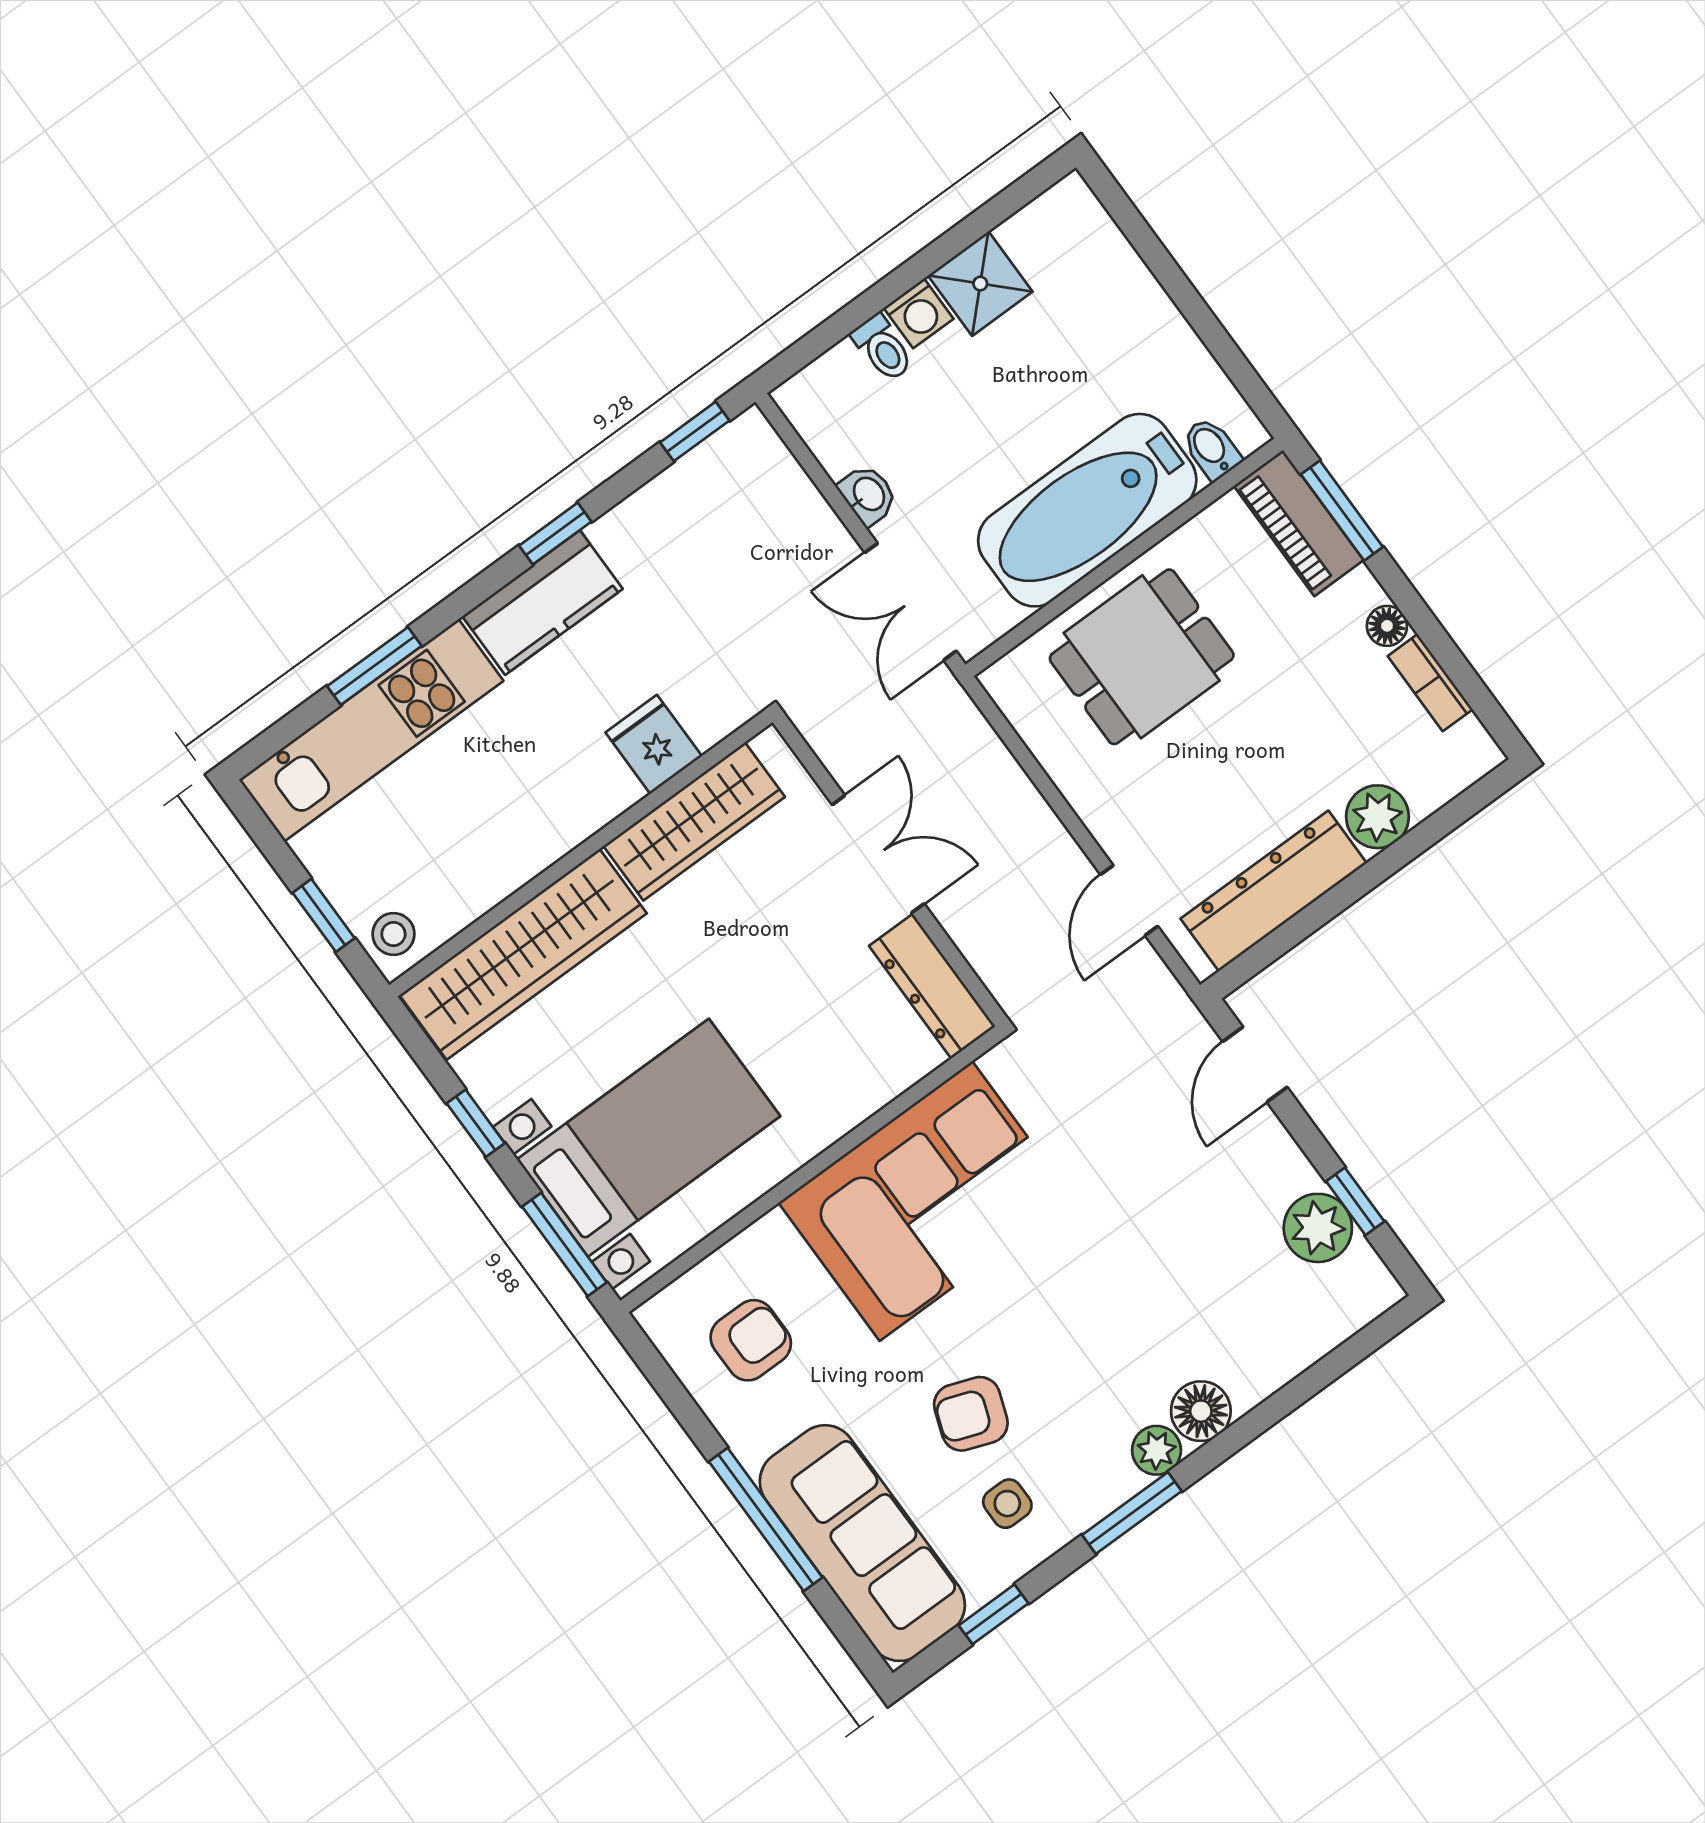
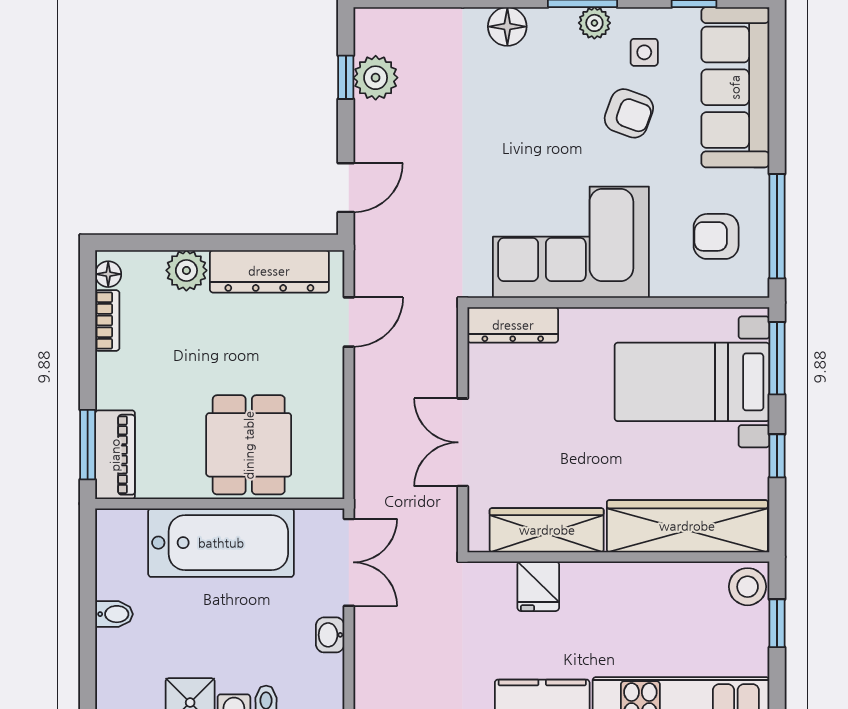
bidet: (1211, 449) -> (114, 614), moved, turned -90
floor lamp: (1387, 626) -> (108, 274), moved
dining table: (1142, 657) -> (249, 445), turned 90
stool: (393, 934) -> (748, 587), width x1.37, depth x1.37
dresser: (932, 986) -> (513, 325), moved, turned 90
plant: (1157, 1450) -> (594, 23), moved
window: (766, 1519) -> (777, 226), moved

